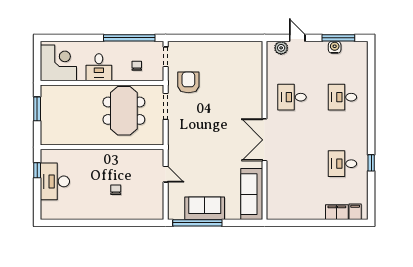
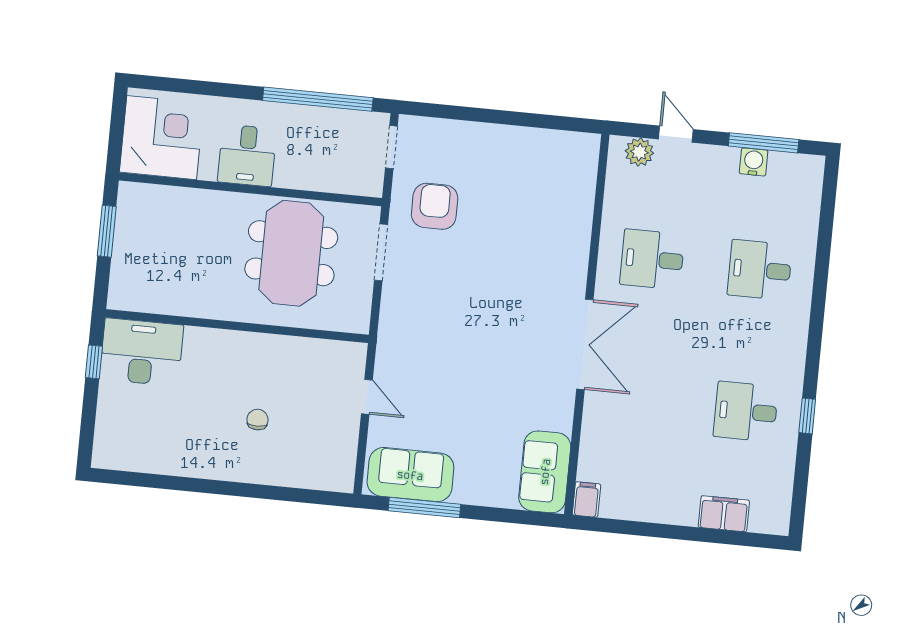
chair: (137, 66) -> (328, 160), removed
double door: (265, 140) -> (585, 344), swing flipped
desk: (55, 181) -> (142, 352), moved, turned 90
sofa: (252, 194) -> (545, 472), width x0.73
sofa: (205, 208) -> (410, 475), moved
filing cabinet: (355, 212) -> (586, 500), moved
window: (197, 223) -> (424, 508), width x0.68

